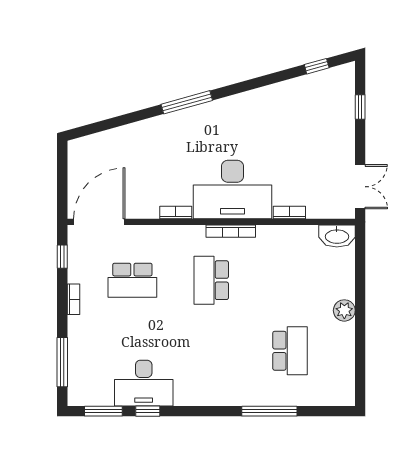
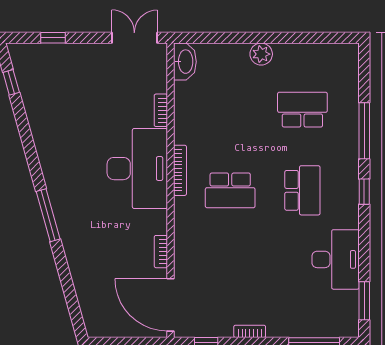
bookcase: (176, 212) -> (161, 252), moved
school desk: (132, 280) -> (302, 190), moved
window: (148, 411) -> (364, 192), moved

